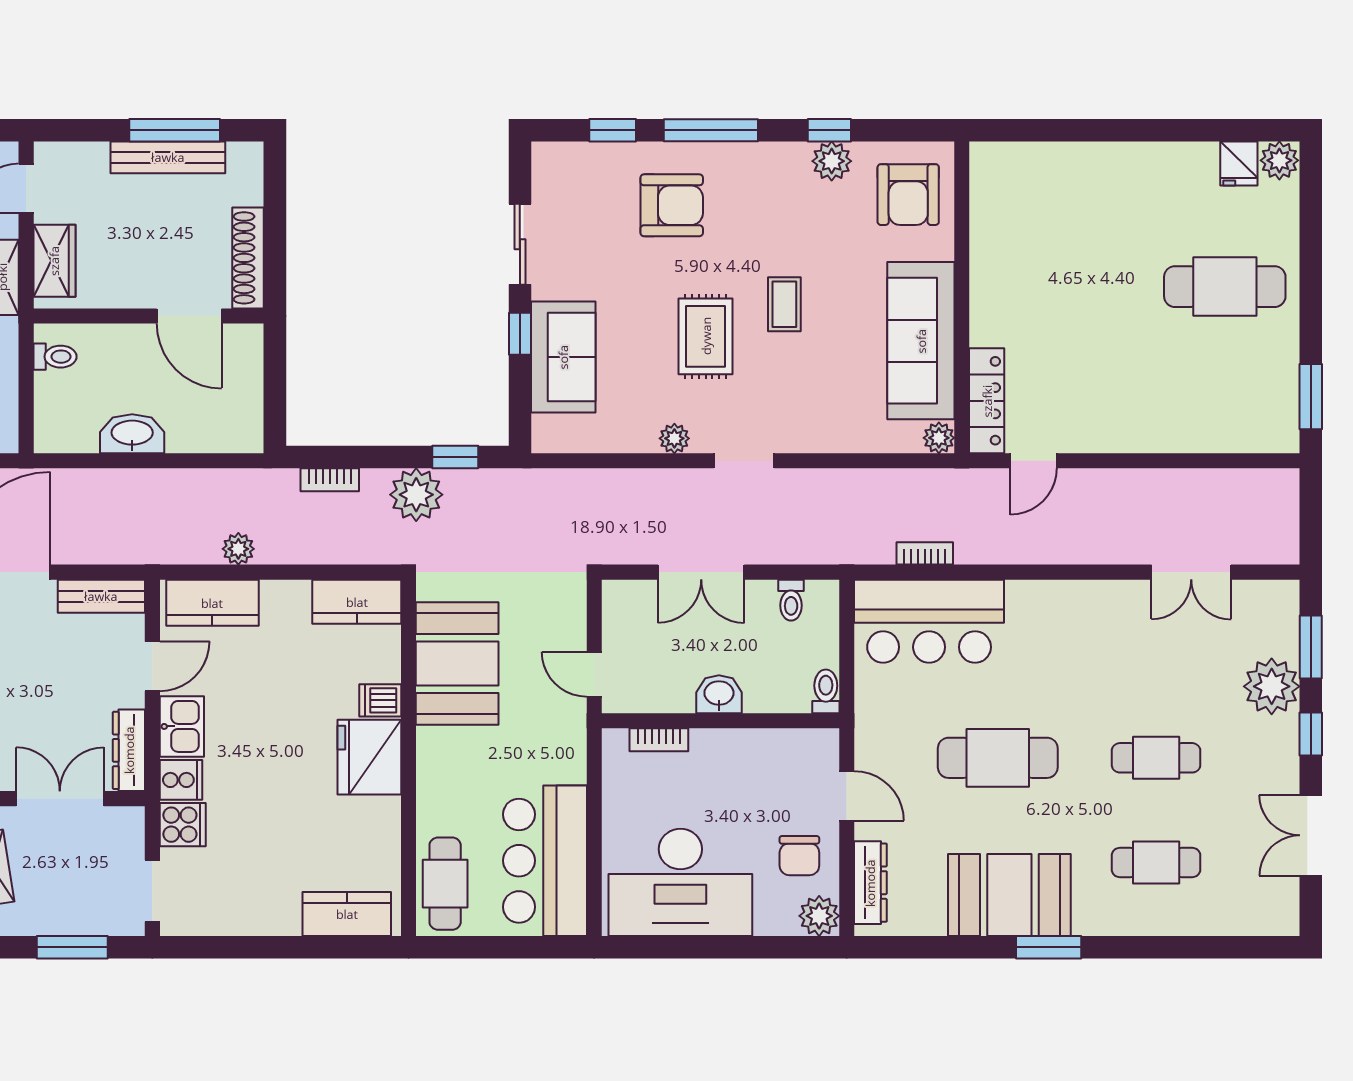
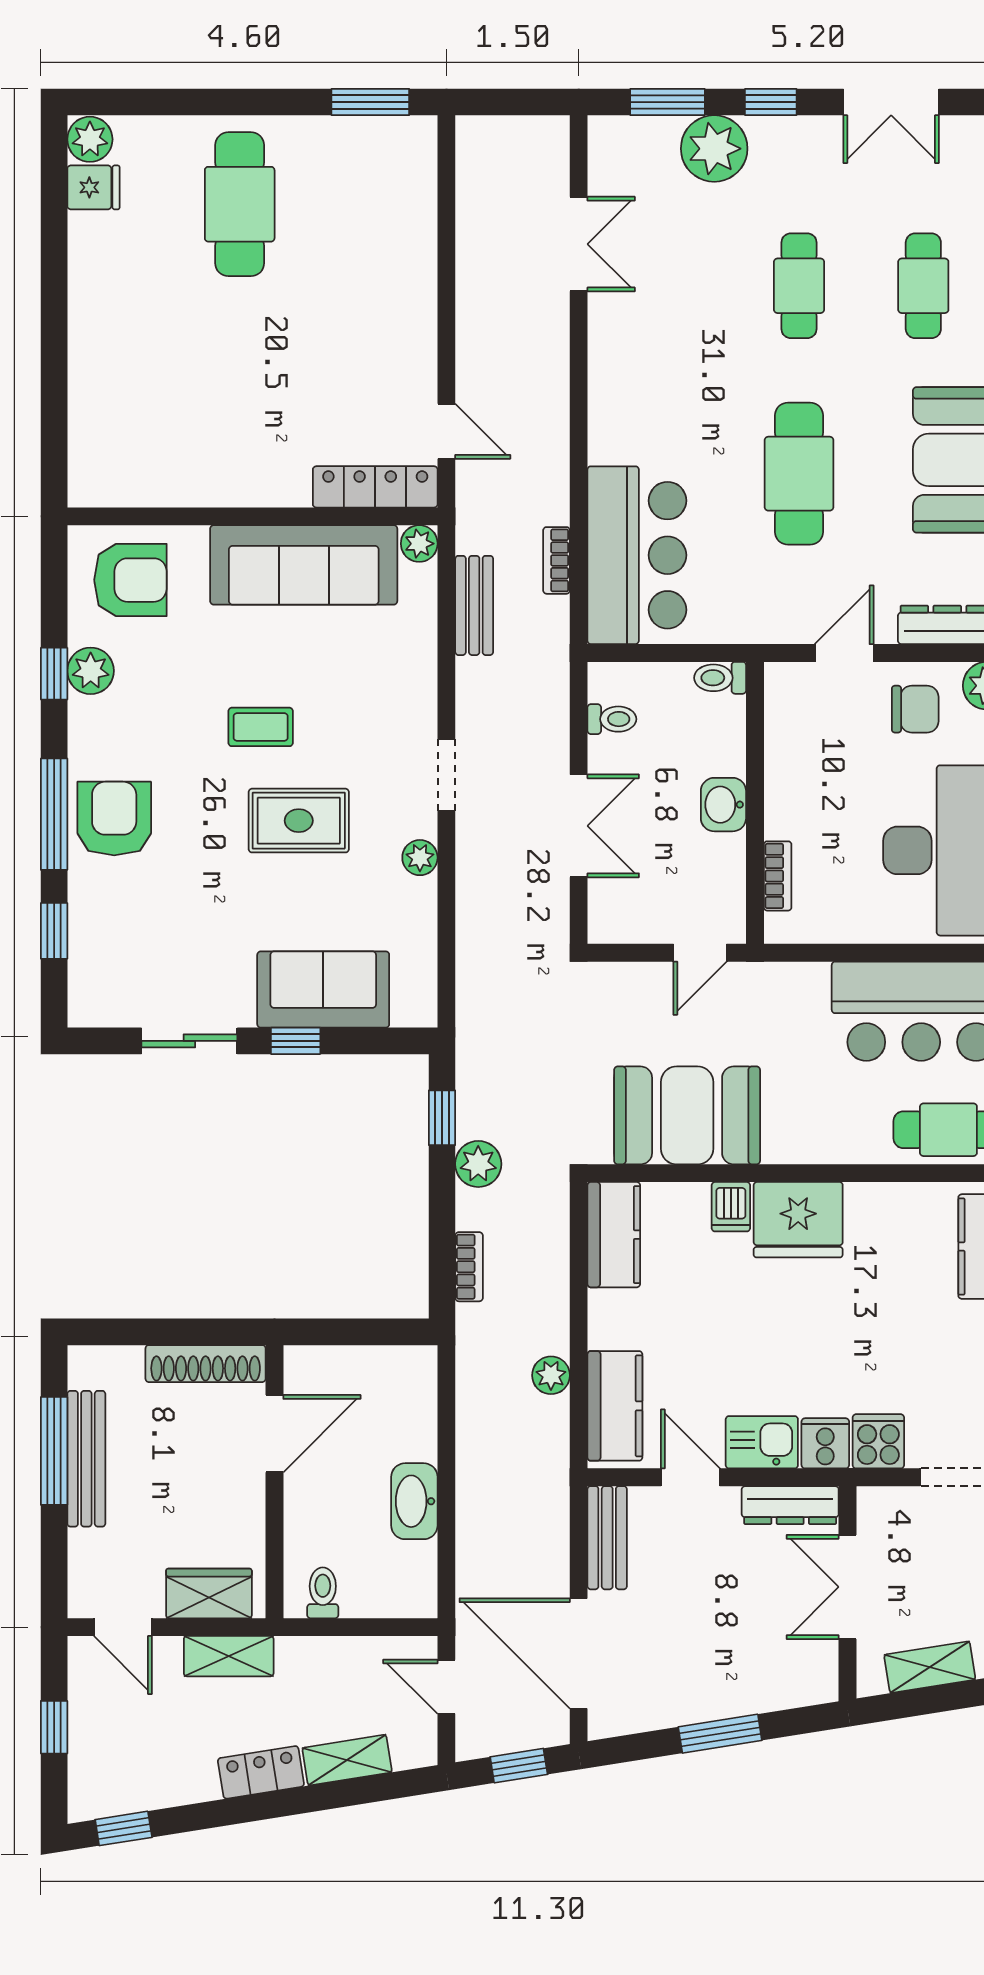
armchair: (672, 205) -> (114, 819), moved
bench: (887, 484) -> (474, 605), added
plant: (416, 495) -> (478, 1164), width x0.73, depth x0.73

